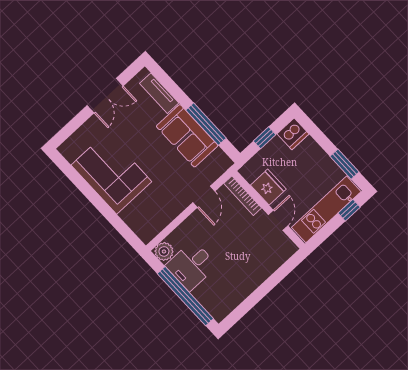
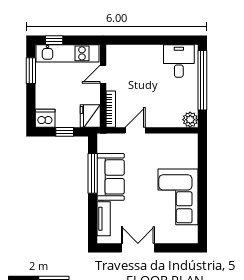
fridge: (268, 187) -> (90, 116), moved
desk: (191, 266) -> (179, 61), moved, turned -90

